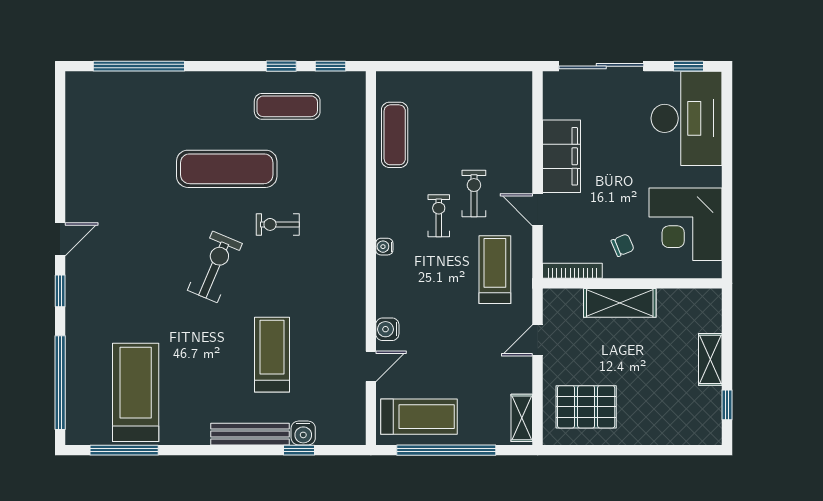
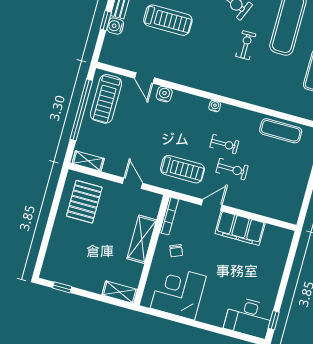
sliding door: (601, 66) -> (288, 267), removed
desk: (687, 118) -> (249, 317), width x0.73, depth x0.77
shelving: (710, 359) -> (120, 292), moved

